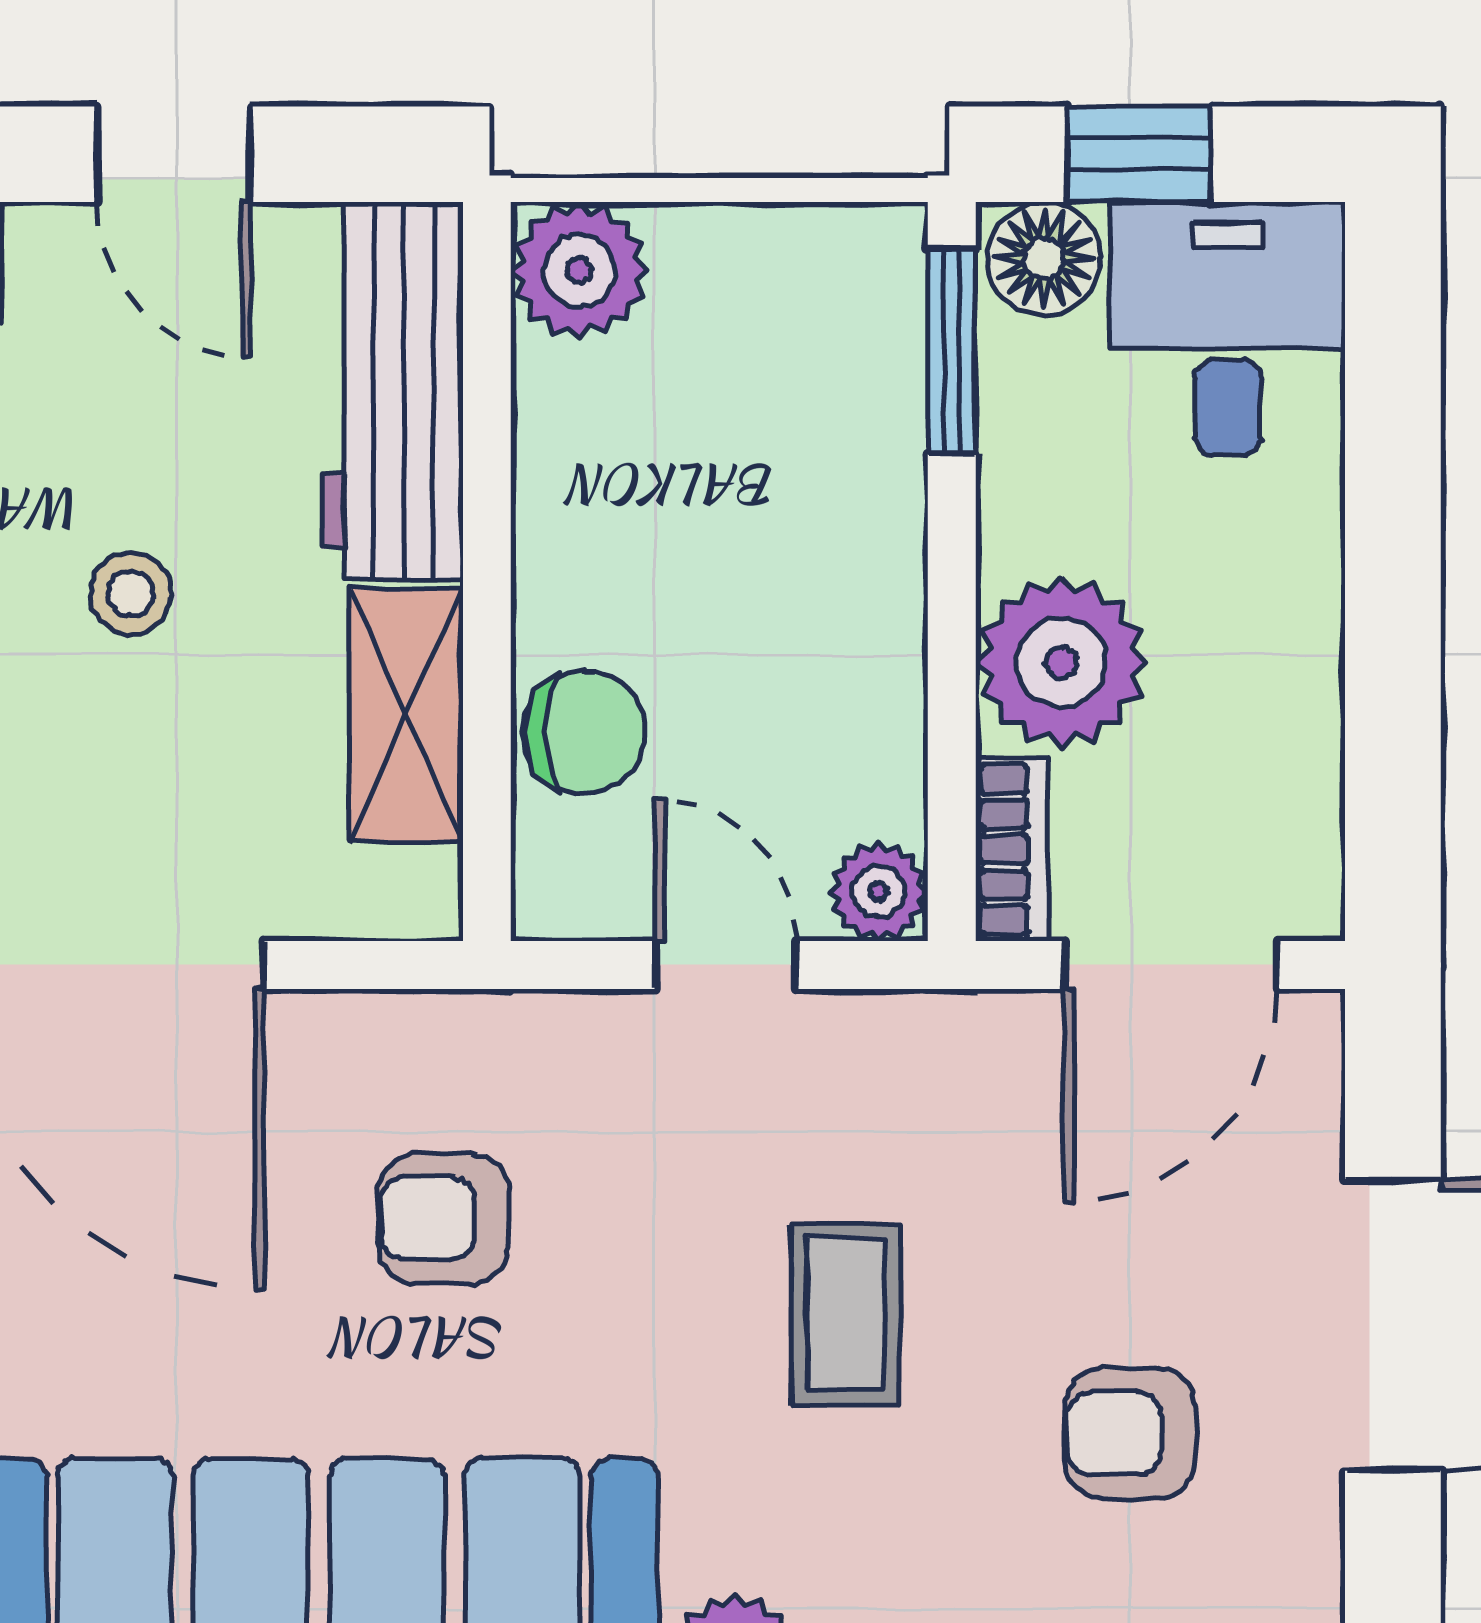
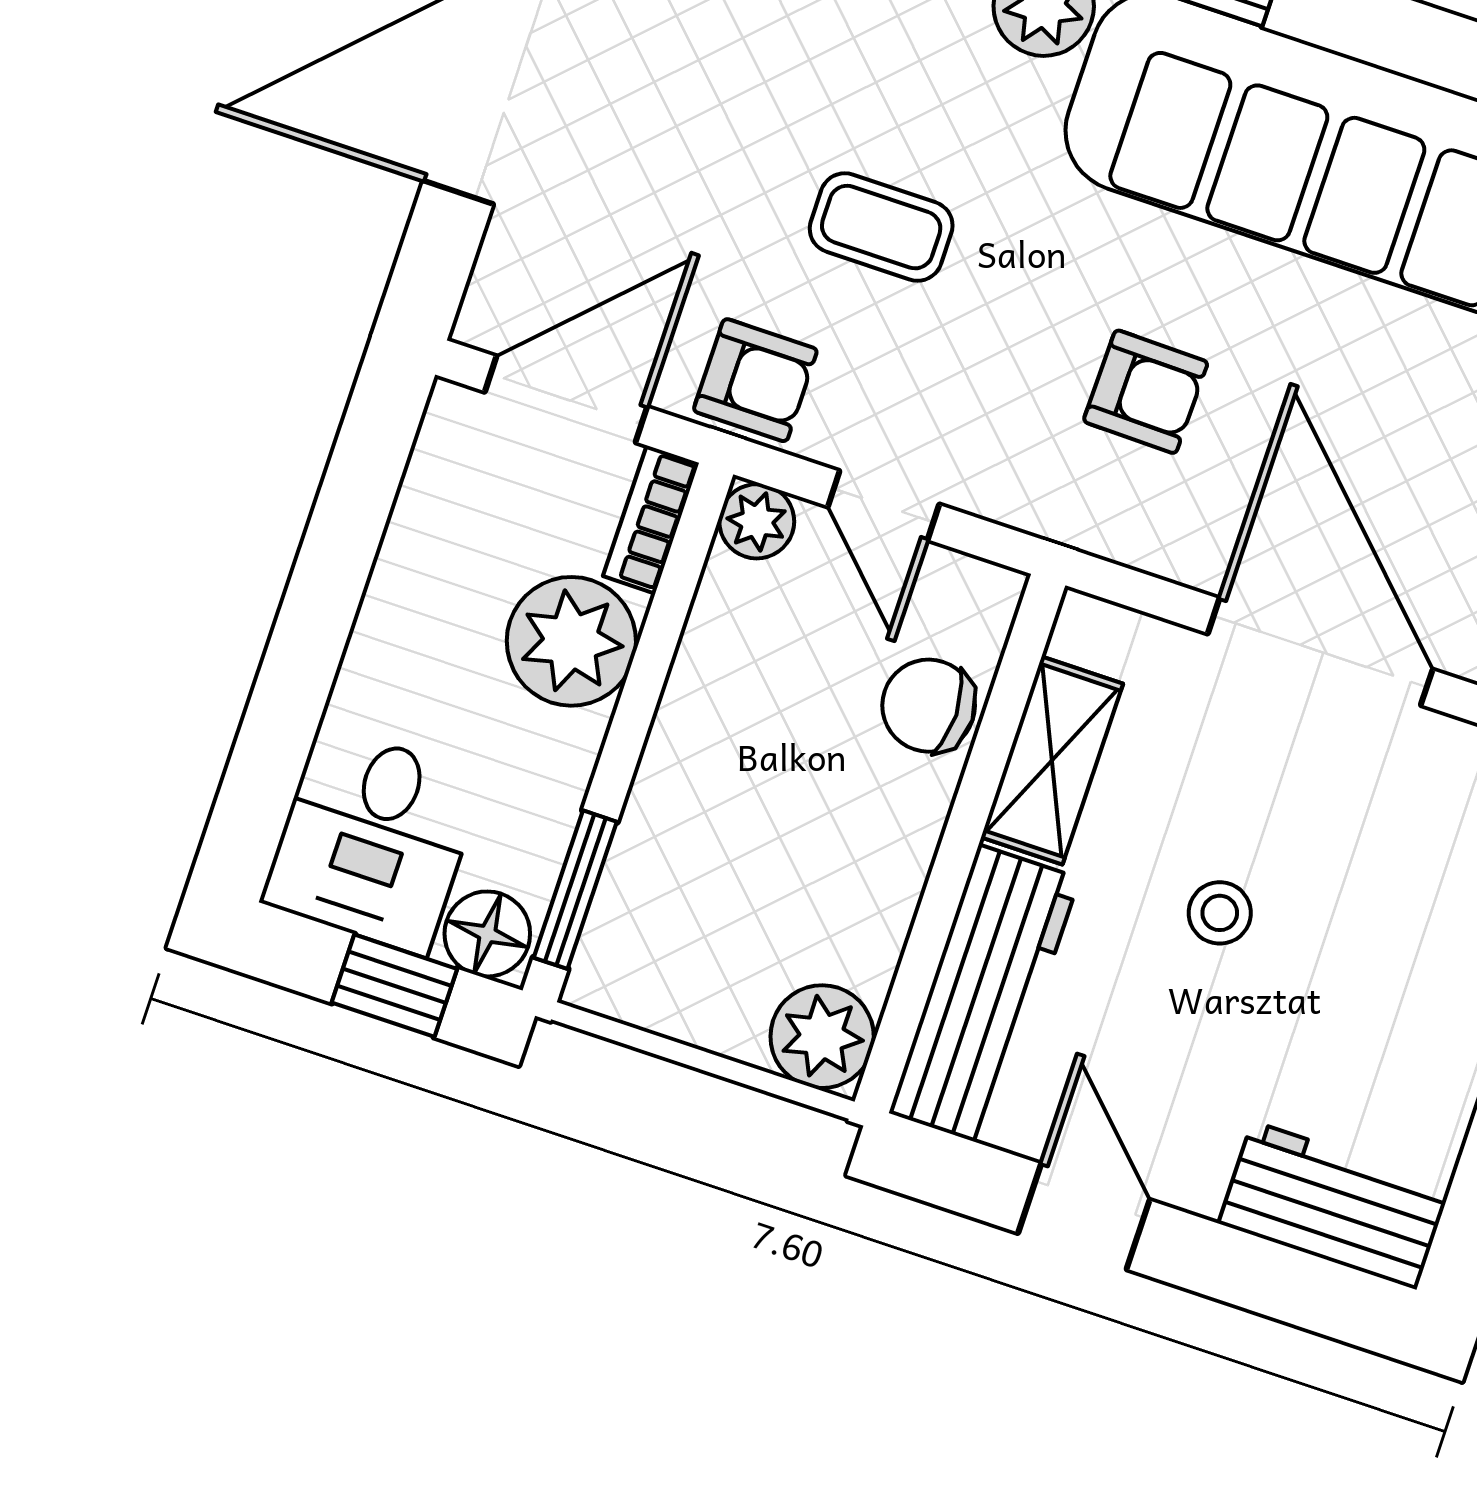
coffee table: (846, 1315) -> (881, 227), turned 90
armchair: (1130, 1433) -> (755, 380), moved

